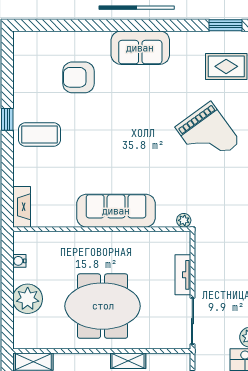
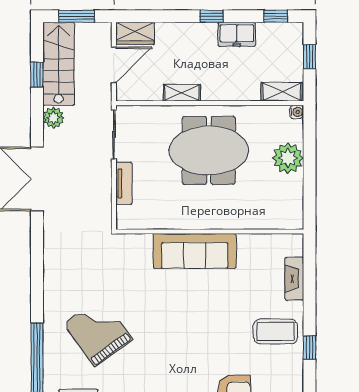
fireplace: (22, 207) -> (294, 279), moved
plant: (184, 220) -> (123, 241), removed
water cooler: (19, 261) -> (297, 112), moved

